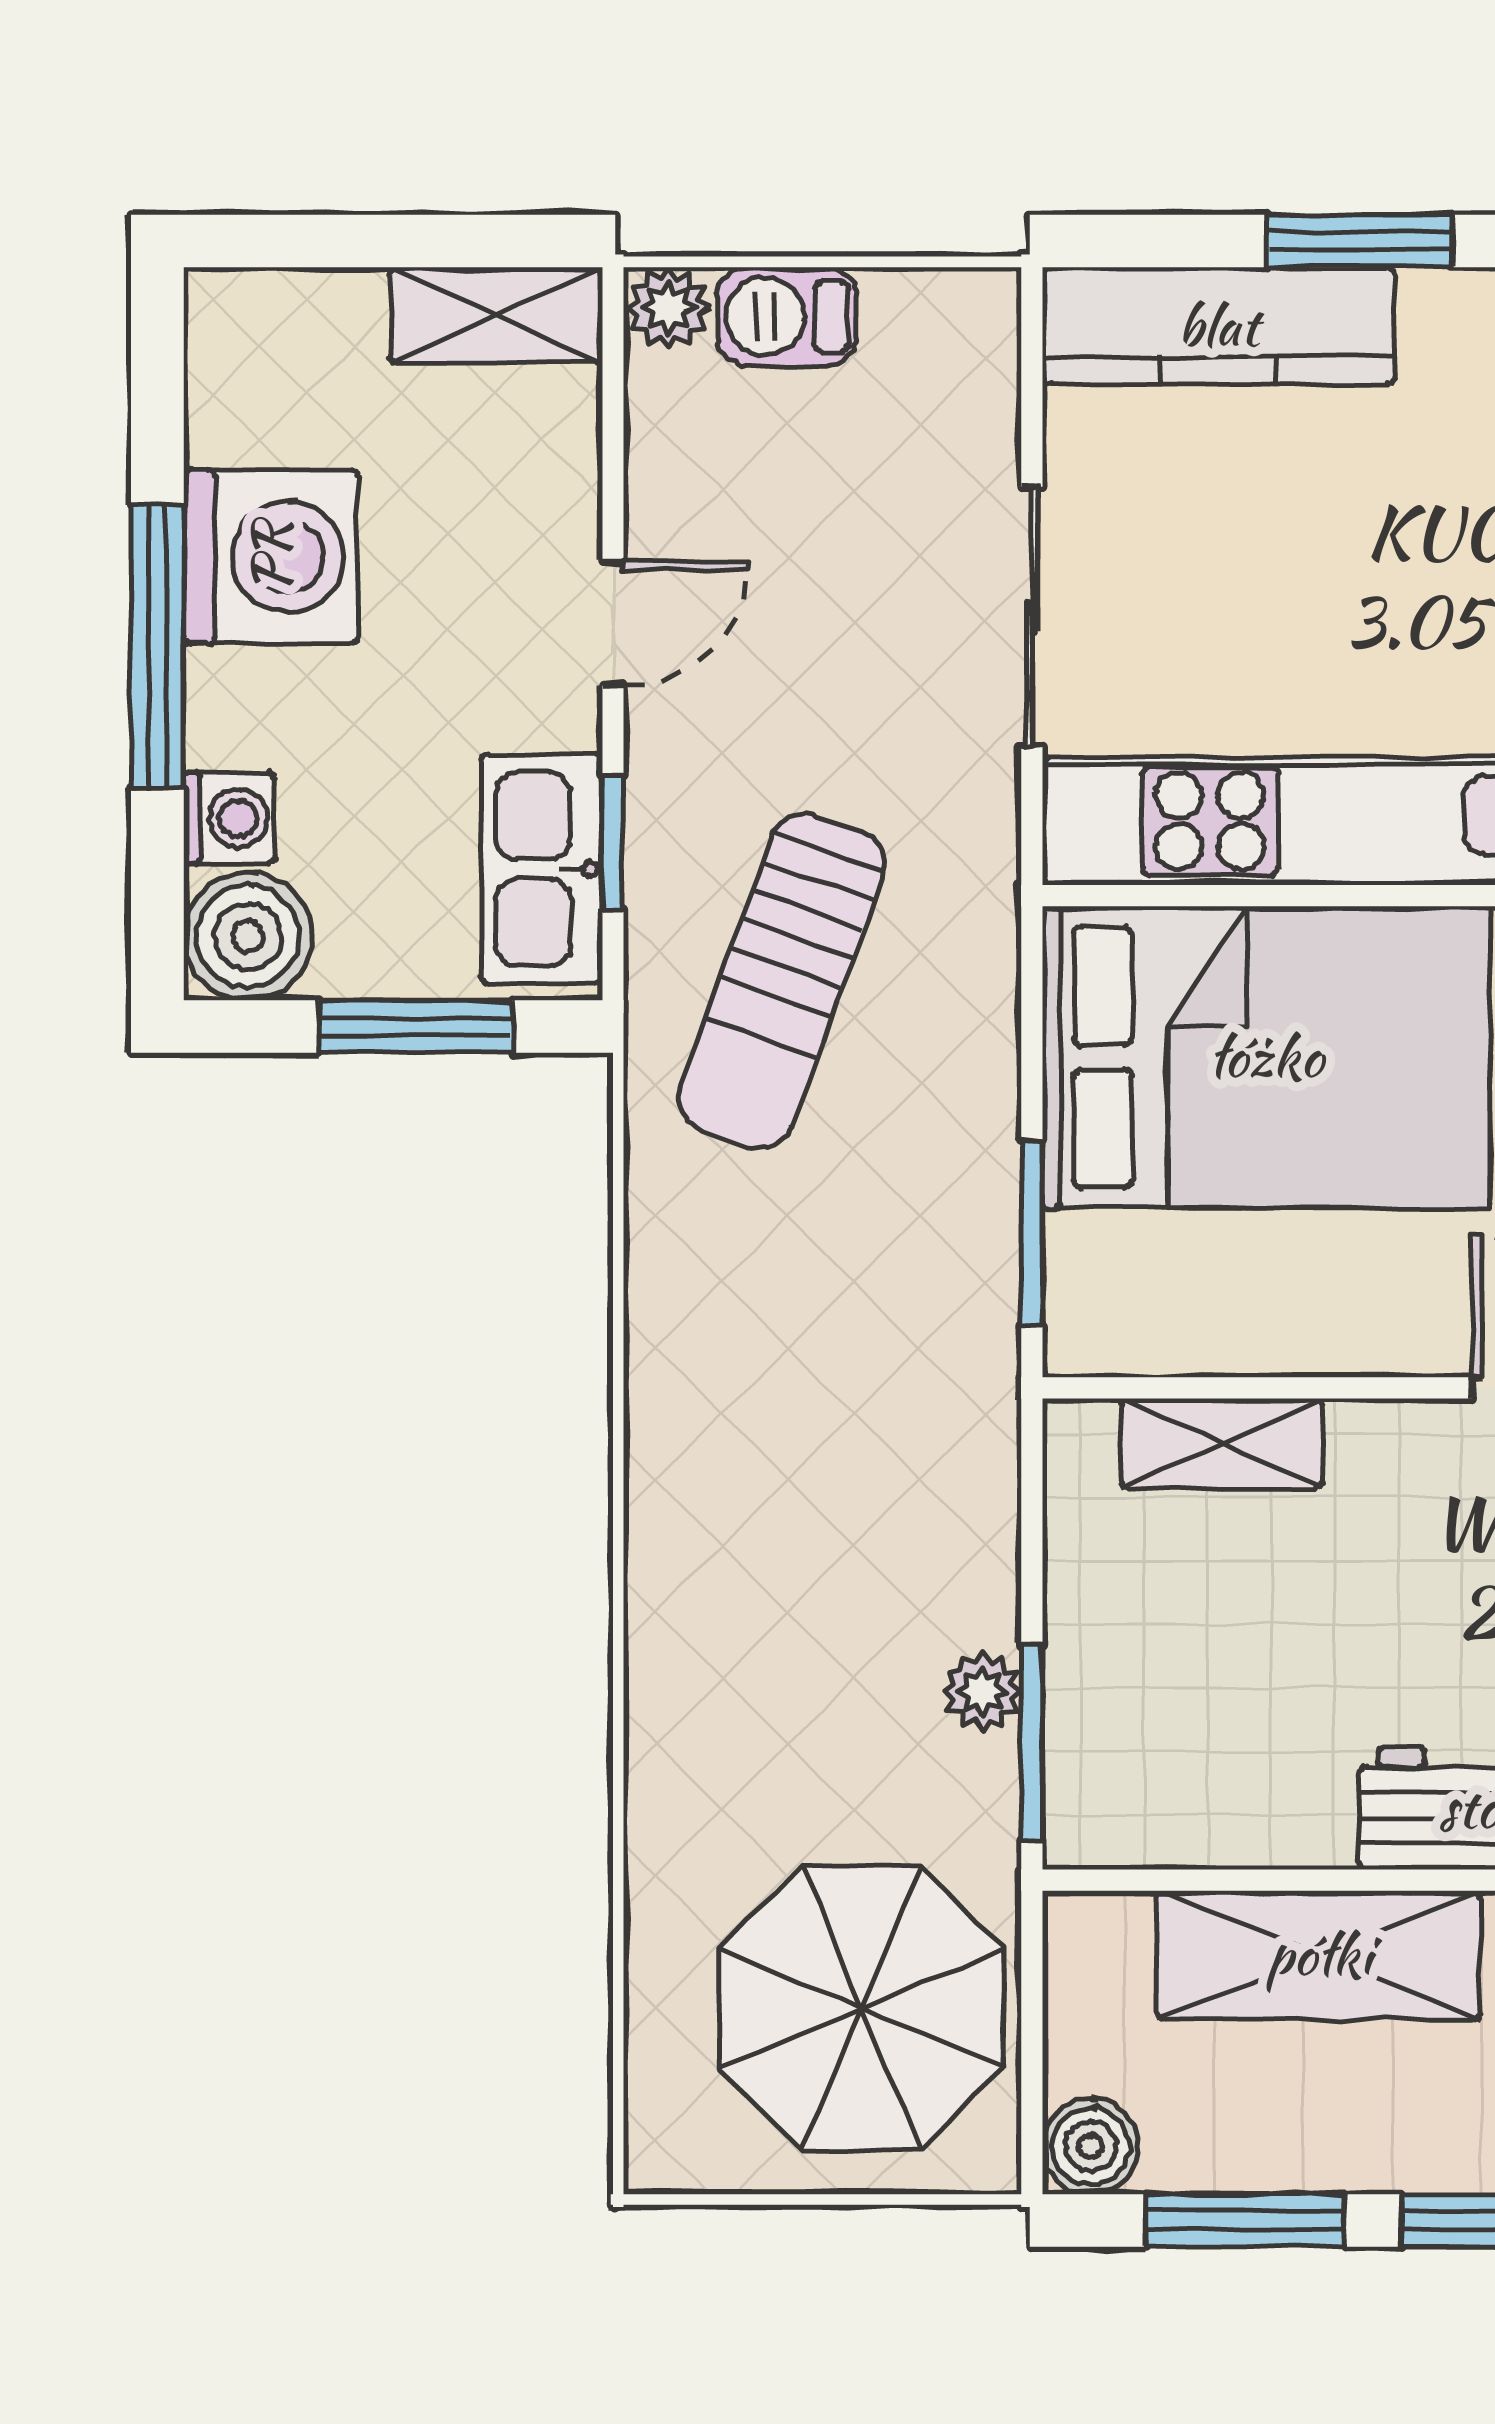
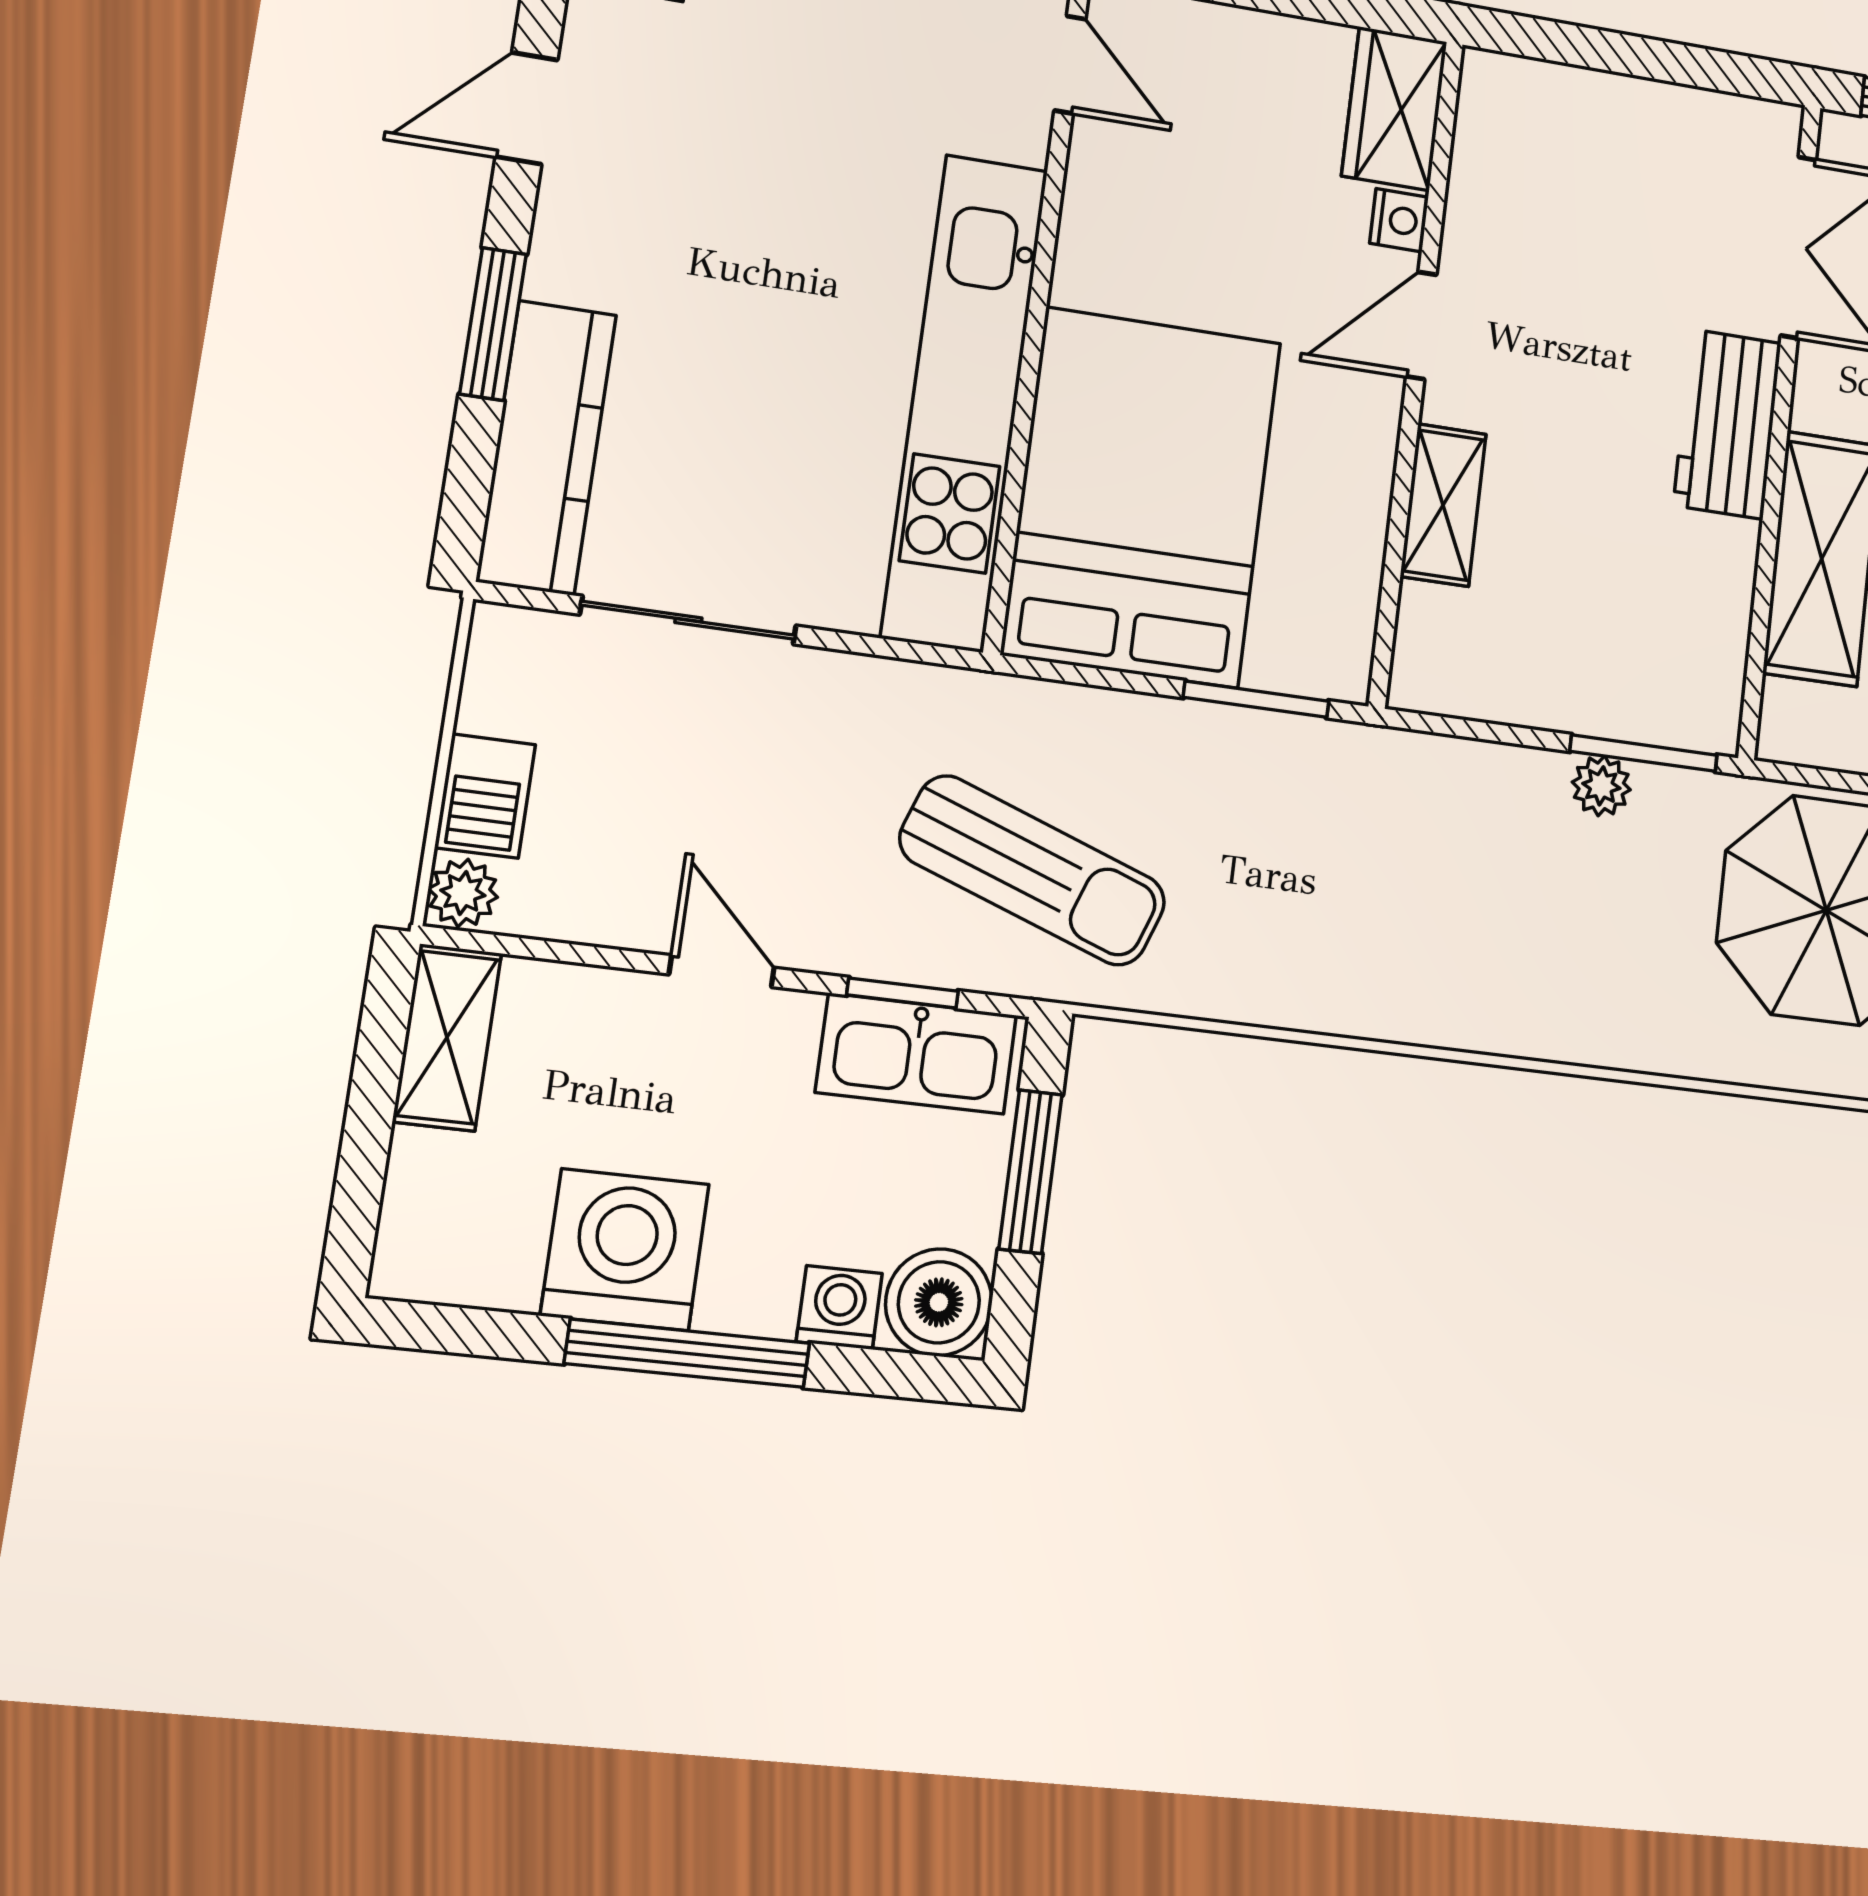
sliding door: (1032, 617) -> (688, 620), moved
shelving: (1222, 1443) -> (1443, 505), moved

